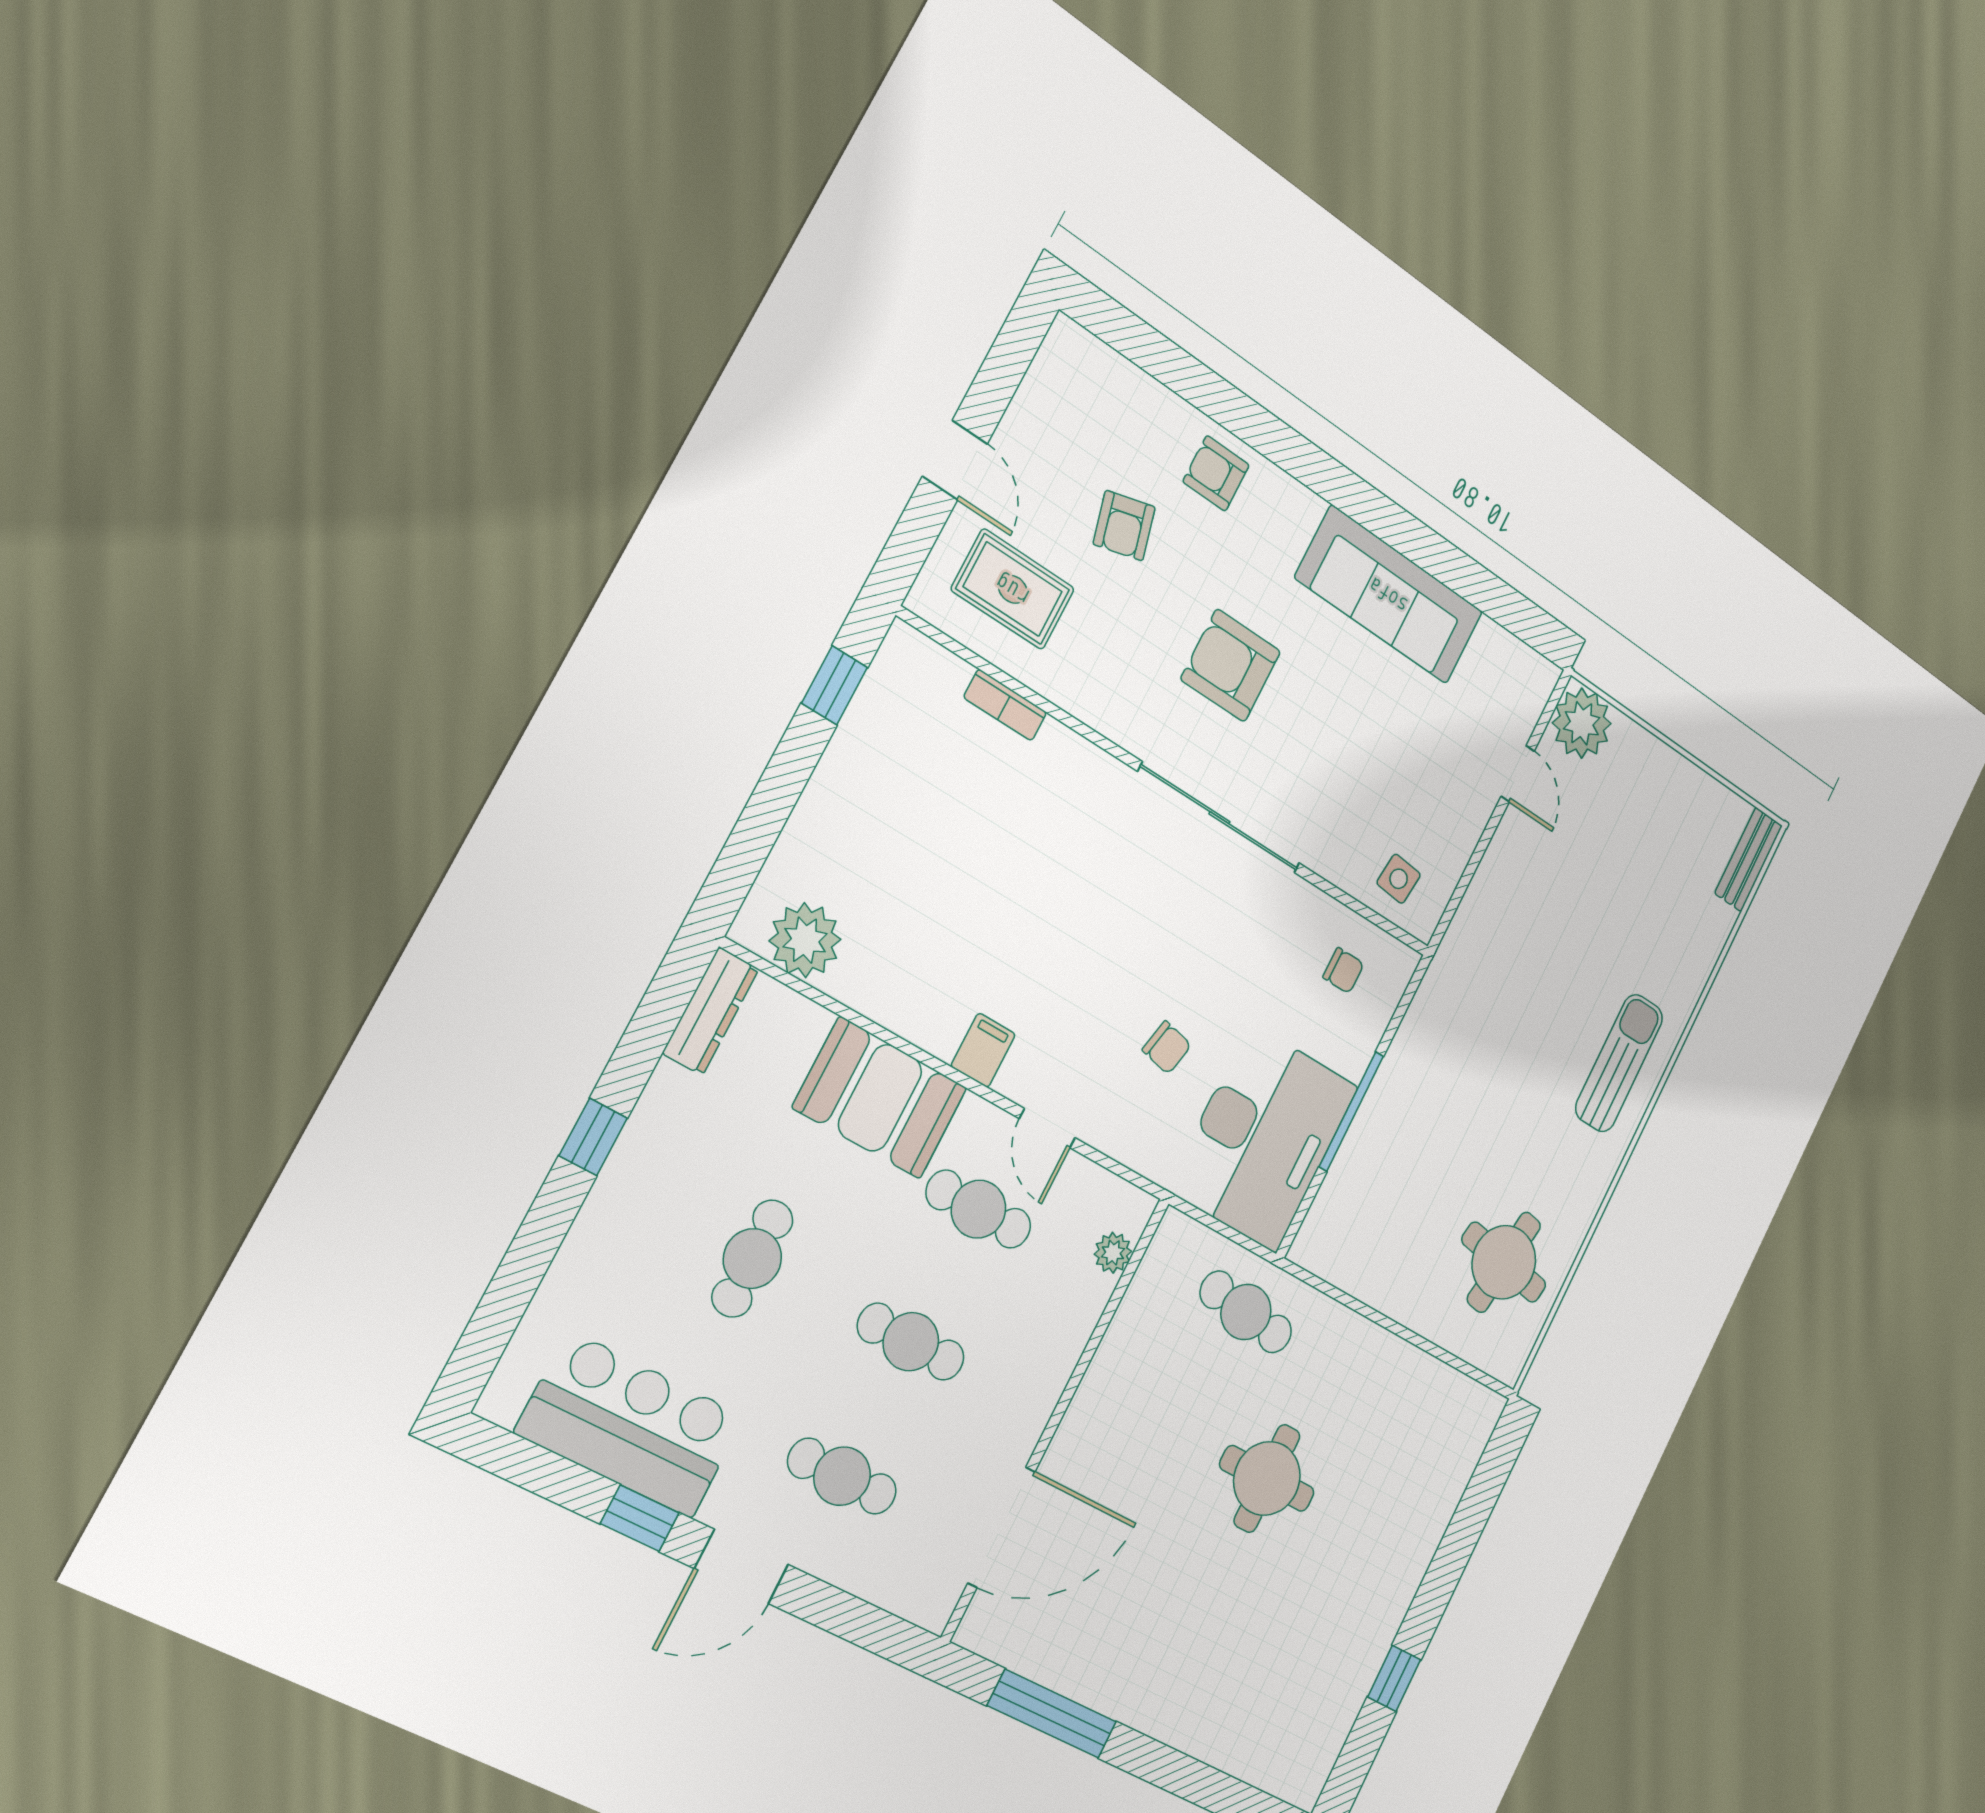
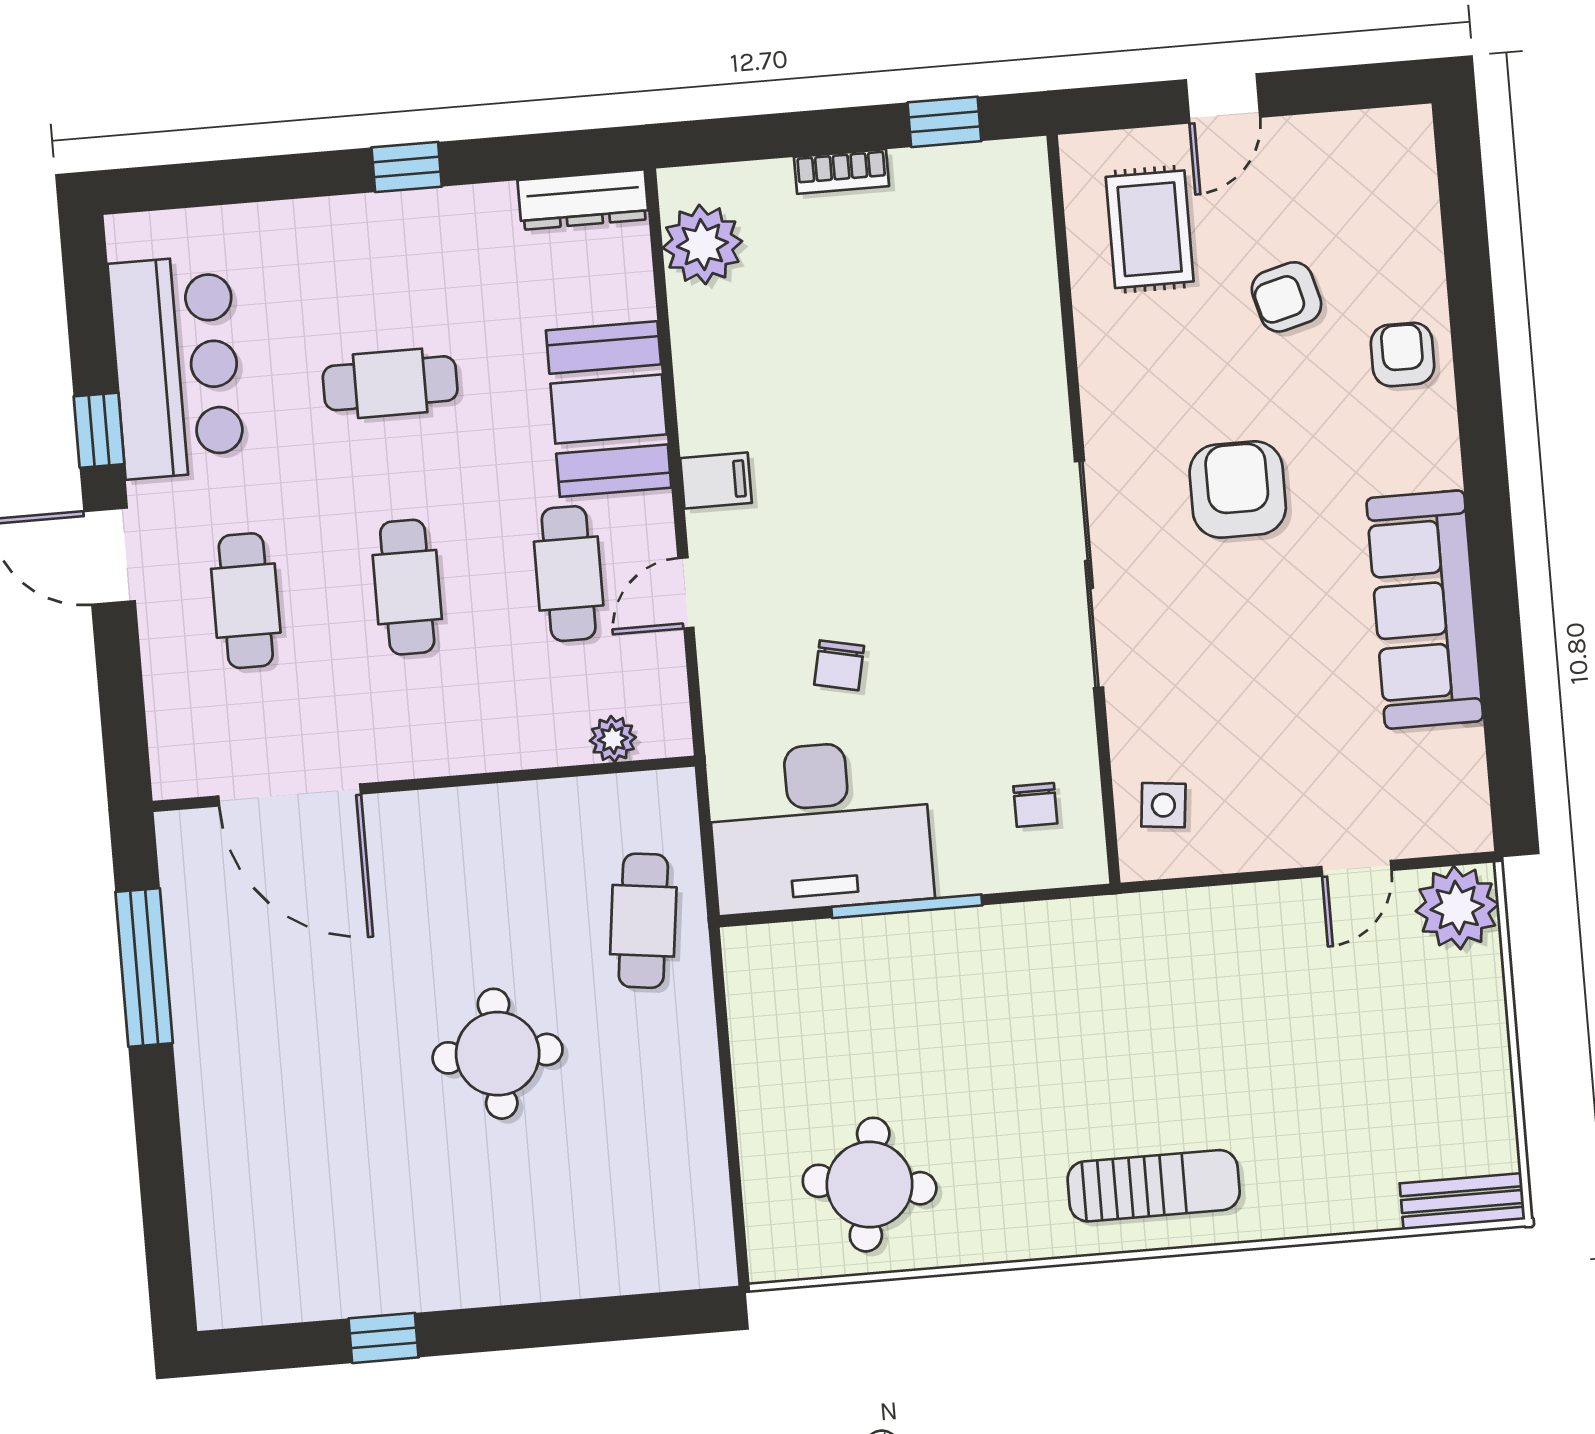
bookcase: (1005, 705) -> (841, 171), moved, turned -90

